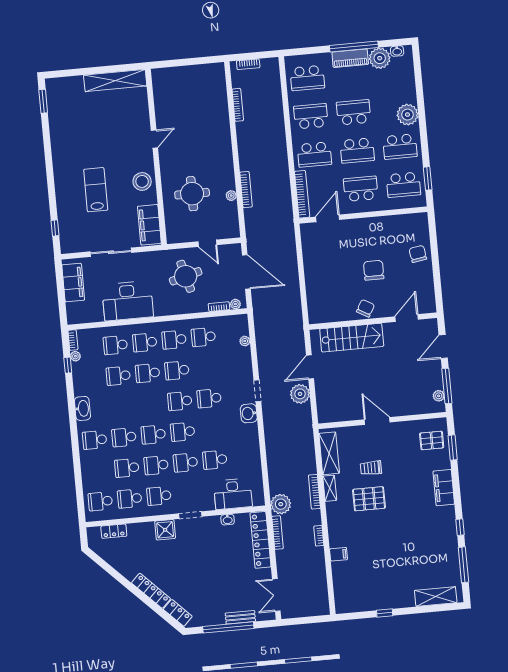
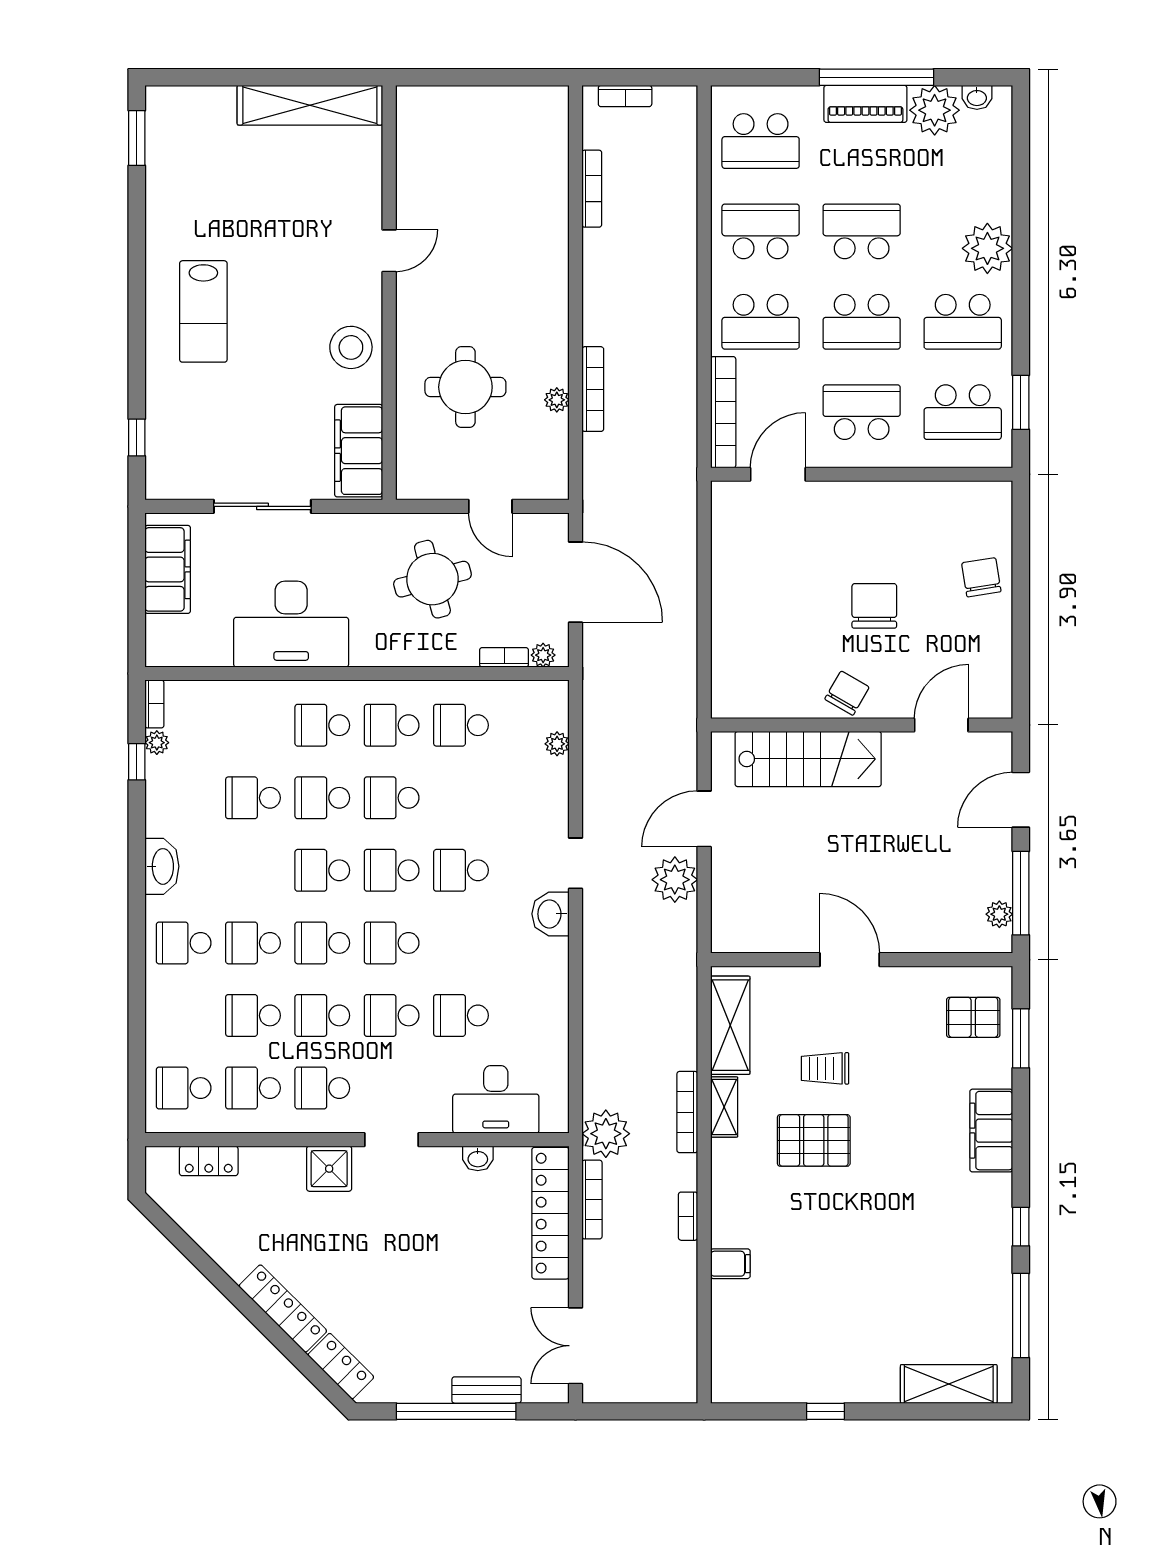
lab bench: (96, 190) -> (203, 311), moved, turned 180
school desk: (115, 345) -> (322, 870), moved

